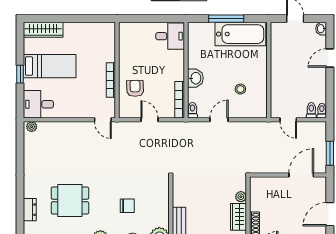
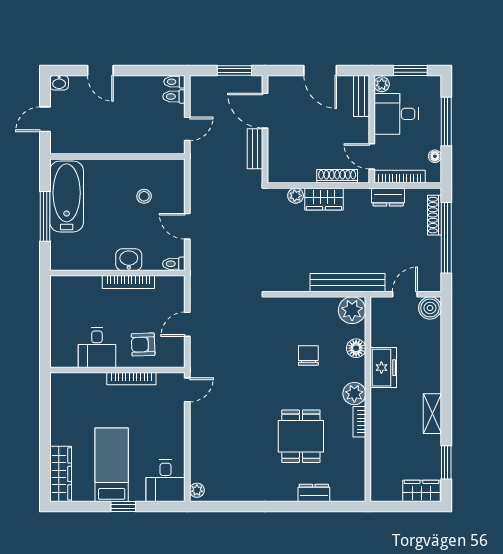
desk: (170, 36) -> (97, 348), moved, turned 180
bookcase: (180, 100) -> (128, 282), moved
bench: (274, 168) -> (255, 149), added

